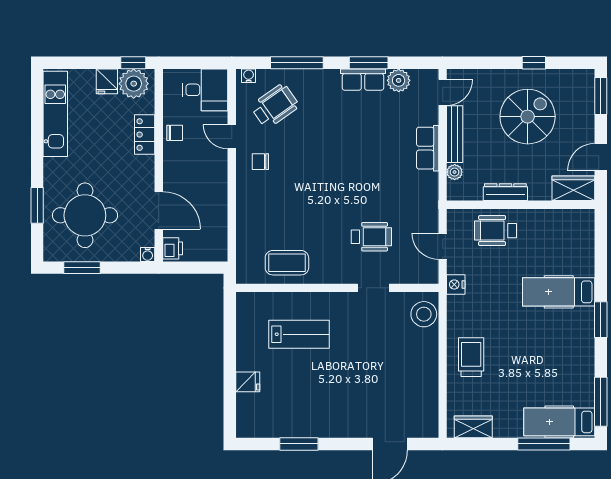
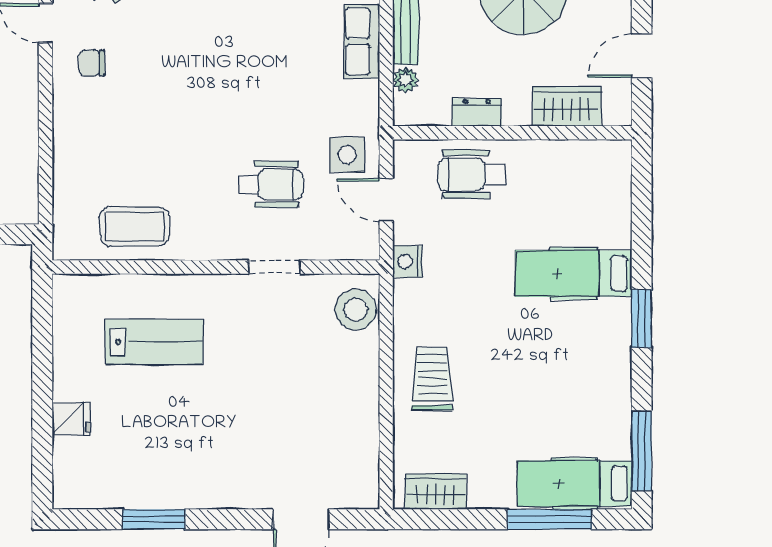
wardrobe: (573, 188) -> (567, 106), moved
dresser: (505, 192) -> (477, 112), width x0.70
side table: (419, 218) -> (347, 155), added

